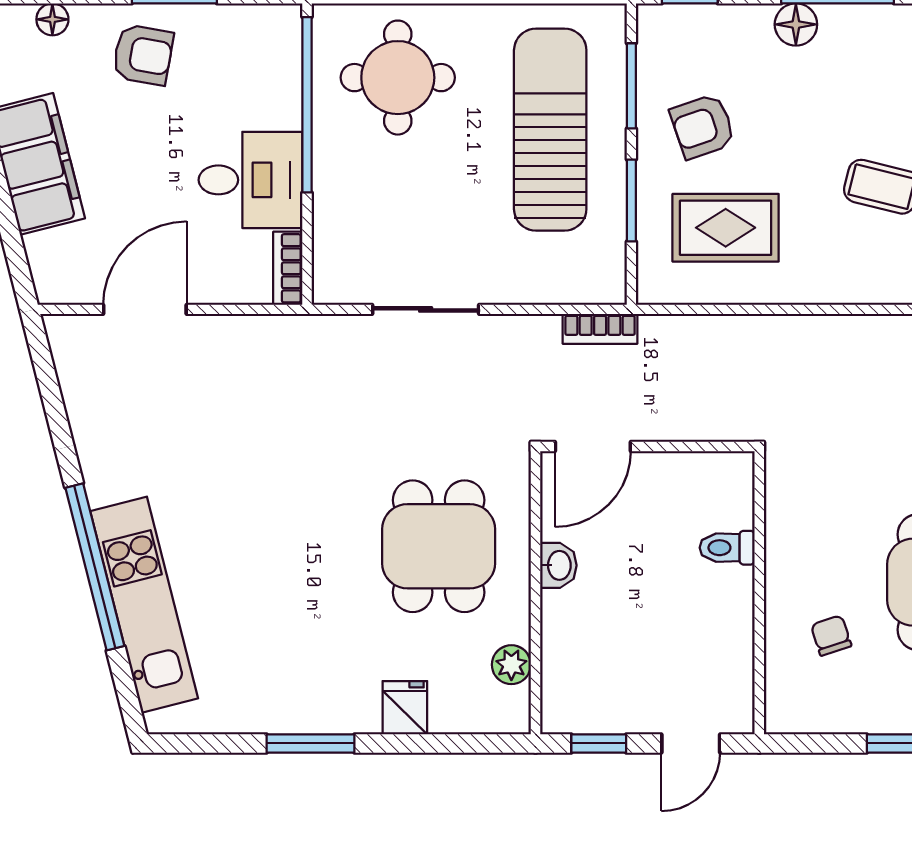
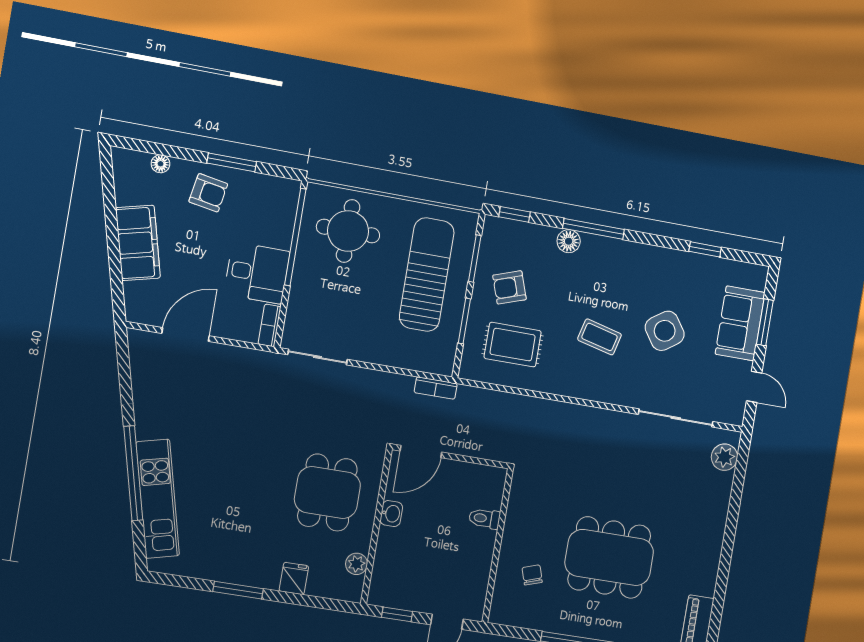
sliding door: (426, 309) -> (318, 357), moved

